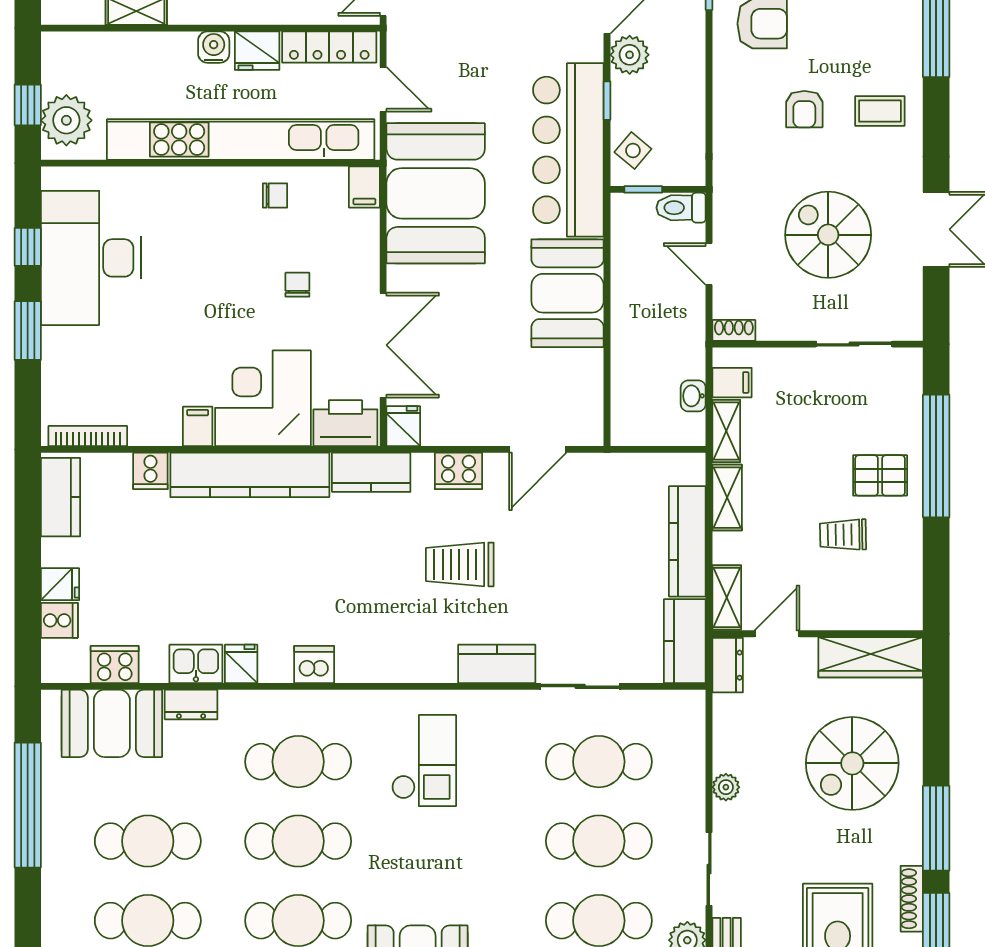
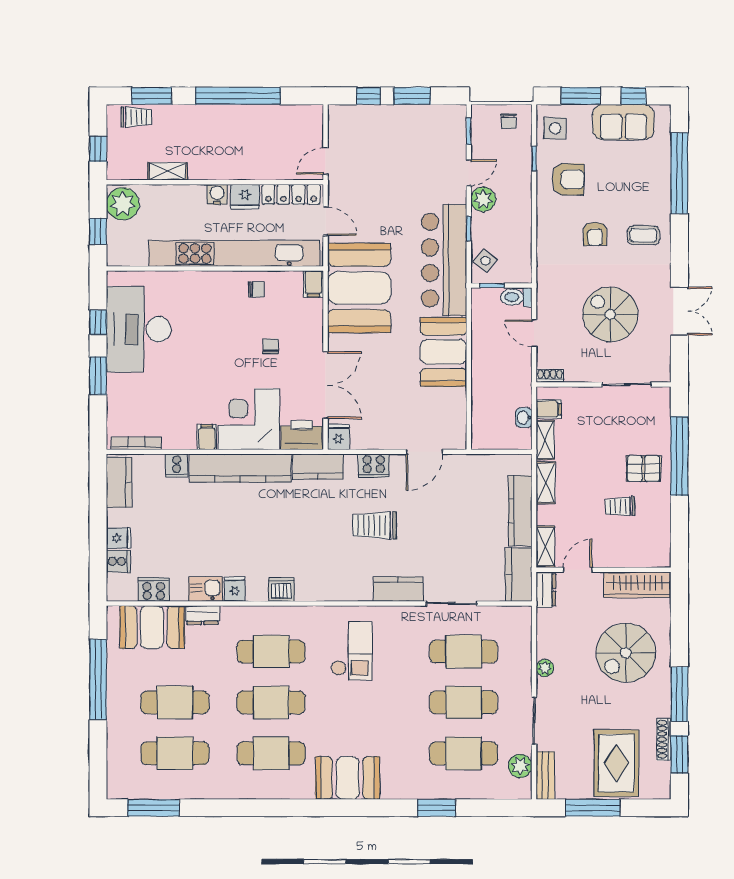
plant: (66, 120) -> (123, 204), moved

